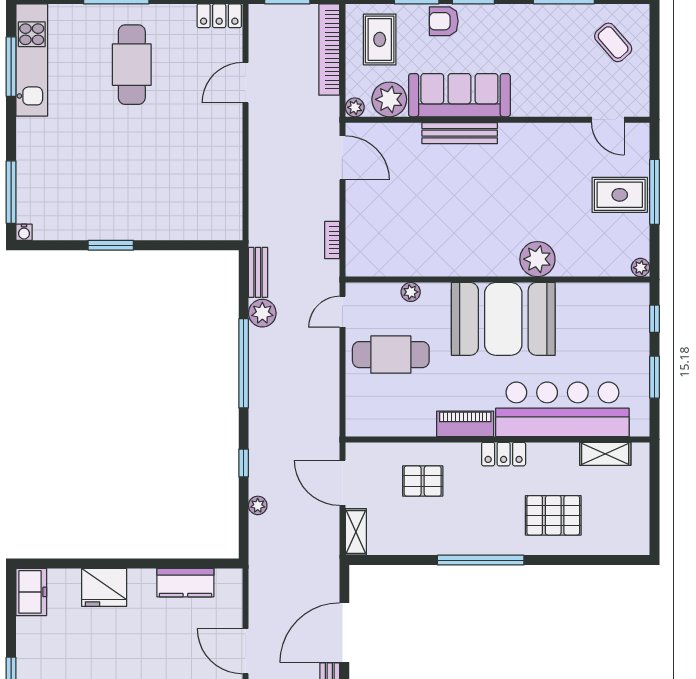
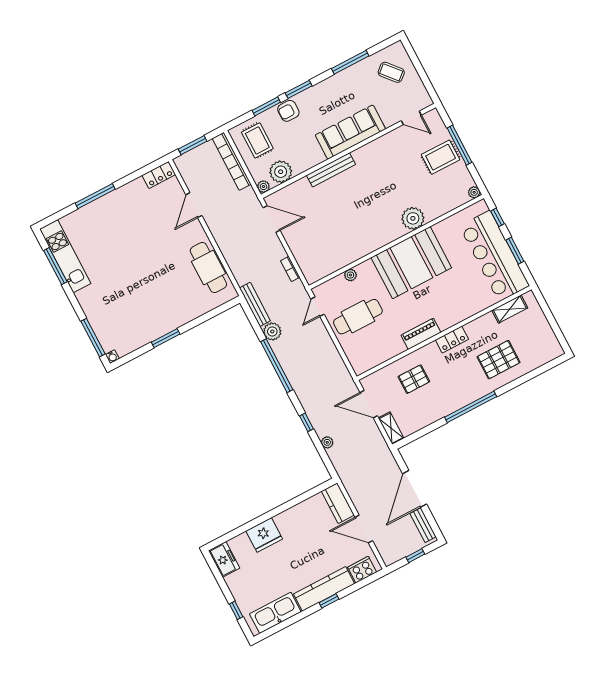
cafe table: (132, 65) -> (208, 268), moved
sofa: (459, 95) -> (350, 132), moved
bench: (258, 272) -> (255, 304), width x1.36
bar counter: (562, 409) -> (494, 256), moved, turned -90
kitchen counter: (185, 583) -> (338, 503), moved, turned 90

